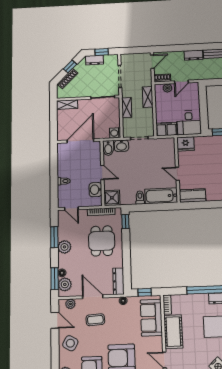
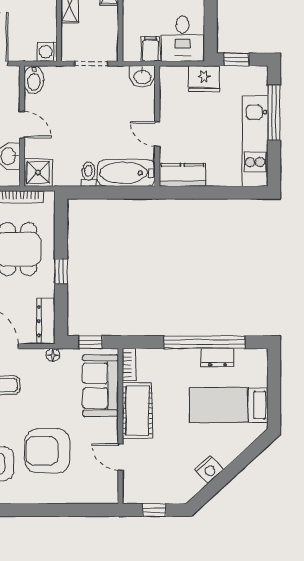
filing cabinet: (166, 129) -> (150, 49), width x0.50
fridge: (186, 144) -> (204, 79), moved
washbasin: (121, 146) -> (142, 76), moved
window: (125, 222) -> (61, 271), moved

